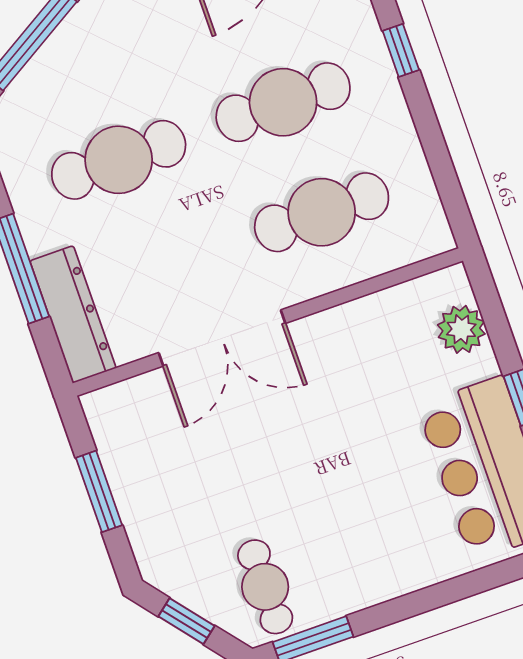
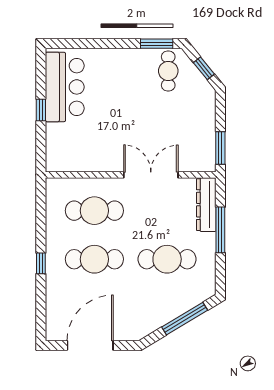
plant: (461, 329) -> (56, 145), removed
window: (99, 491) -> (220, 148), moved

